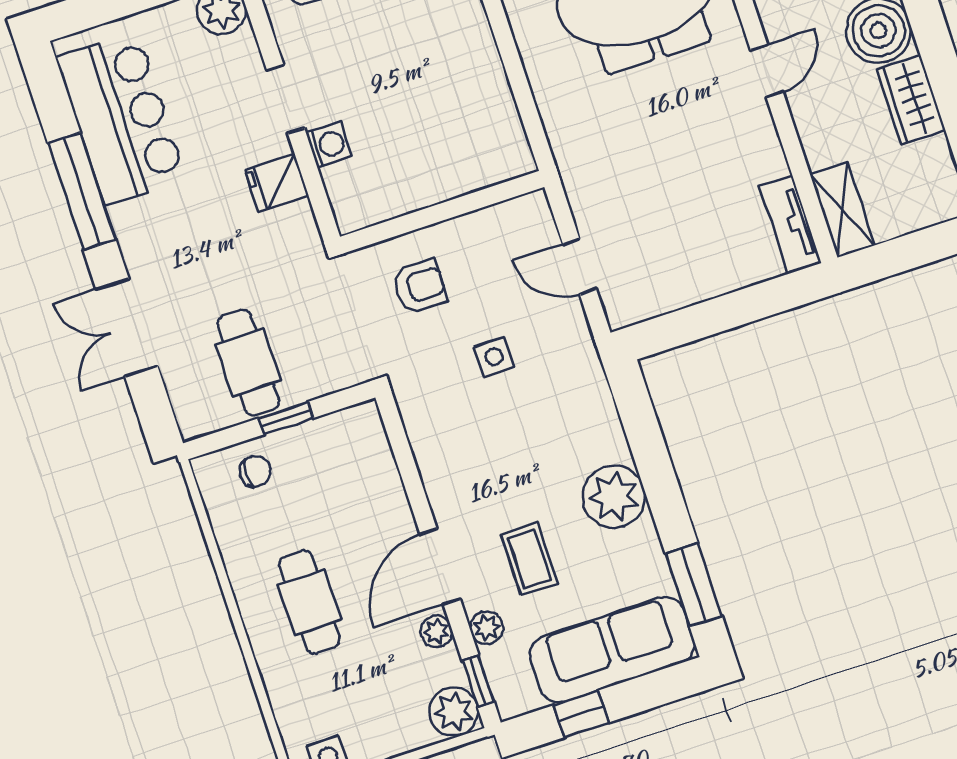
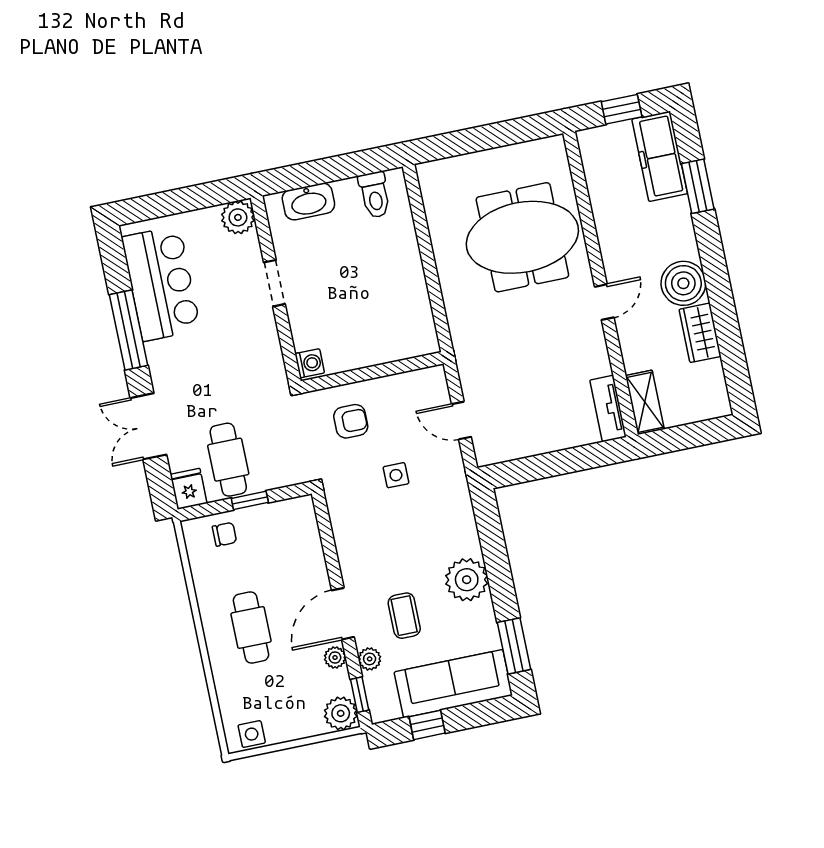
washing machine: (329, 145) -> (310, 363), moved
fridge: (277, 183) -> (189, 489), moved, turned 90

